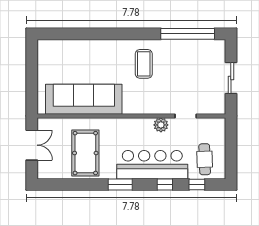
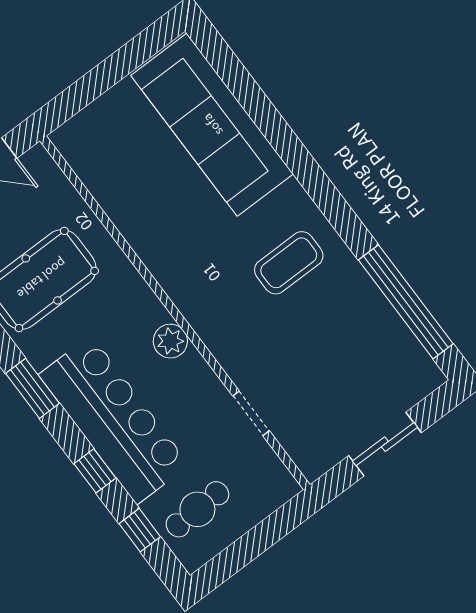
sofa: (84, 99) -> (212, 125), moved, turned 180
plant: (161, 125) -> (170, 341), moved

